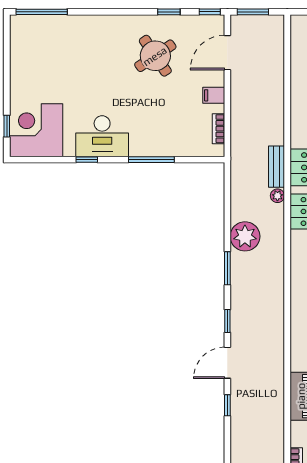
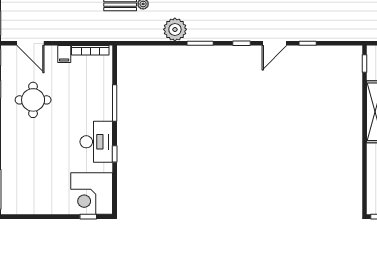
round table: (155, 56) -> (33, 100), turned 34
bookcase: (219, 129) -> (90, 50), width x1.56
door: (227, 363) -> (274, 43), hinge flipped

